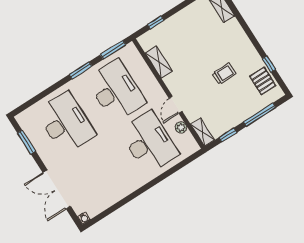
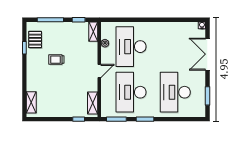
shelving: (159, 62) -> (93, 103), moved
door: (176, 105) -> (99, 71), moved
double door: (57, 189) -> (208, 54), swing flipped

